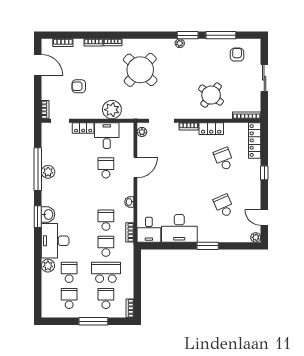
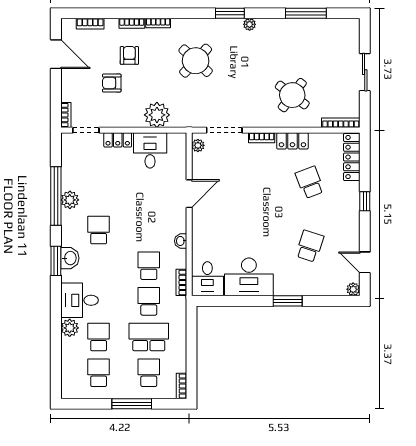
window: (188, 35) -> (230, 13), moved
armchair: (237, 55) -> (129, 55), moved
round table: (140, 70) -> (196, 61), width x0.73, depth x0.73
school desk: (106, 168) -> (99, 230), moved
school desk: (224, 206) -> (310, 246), turned 42
desk: (55, 241) -> (79, 300), width x0.73

